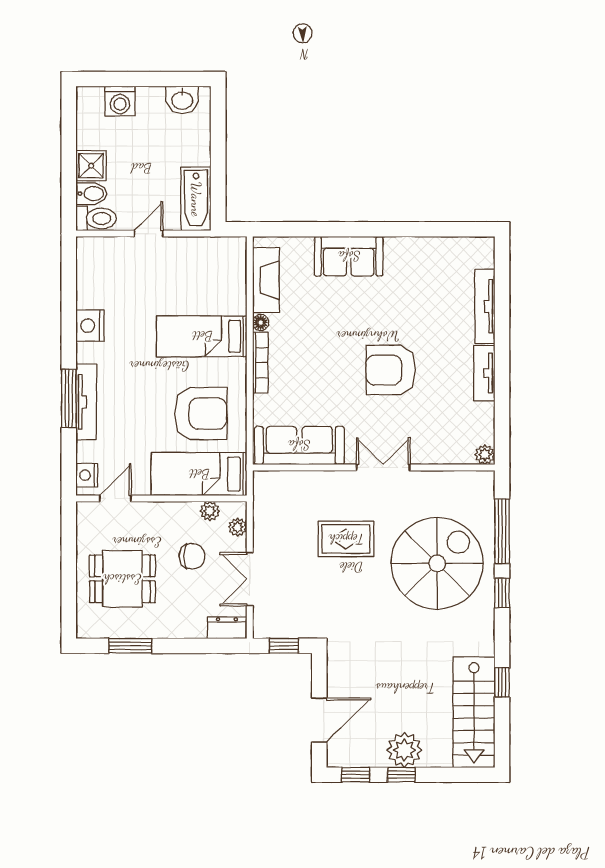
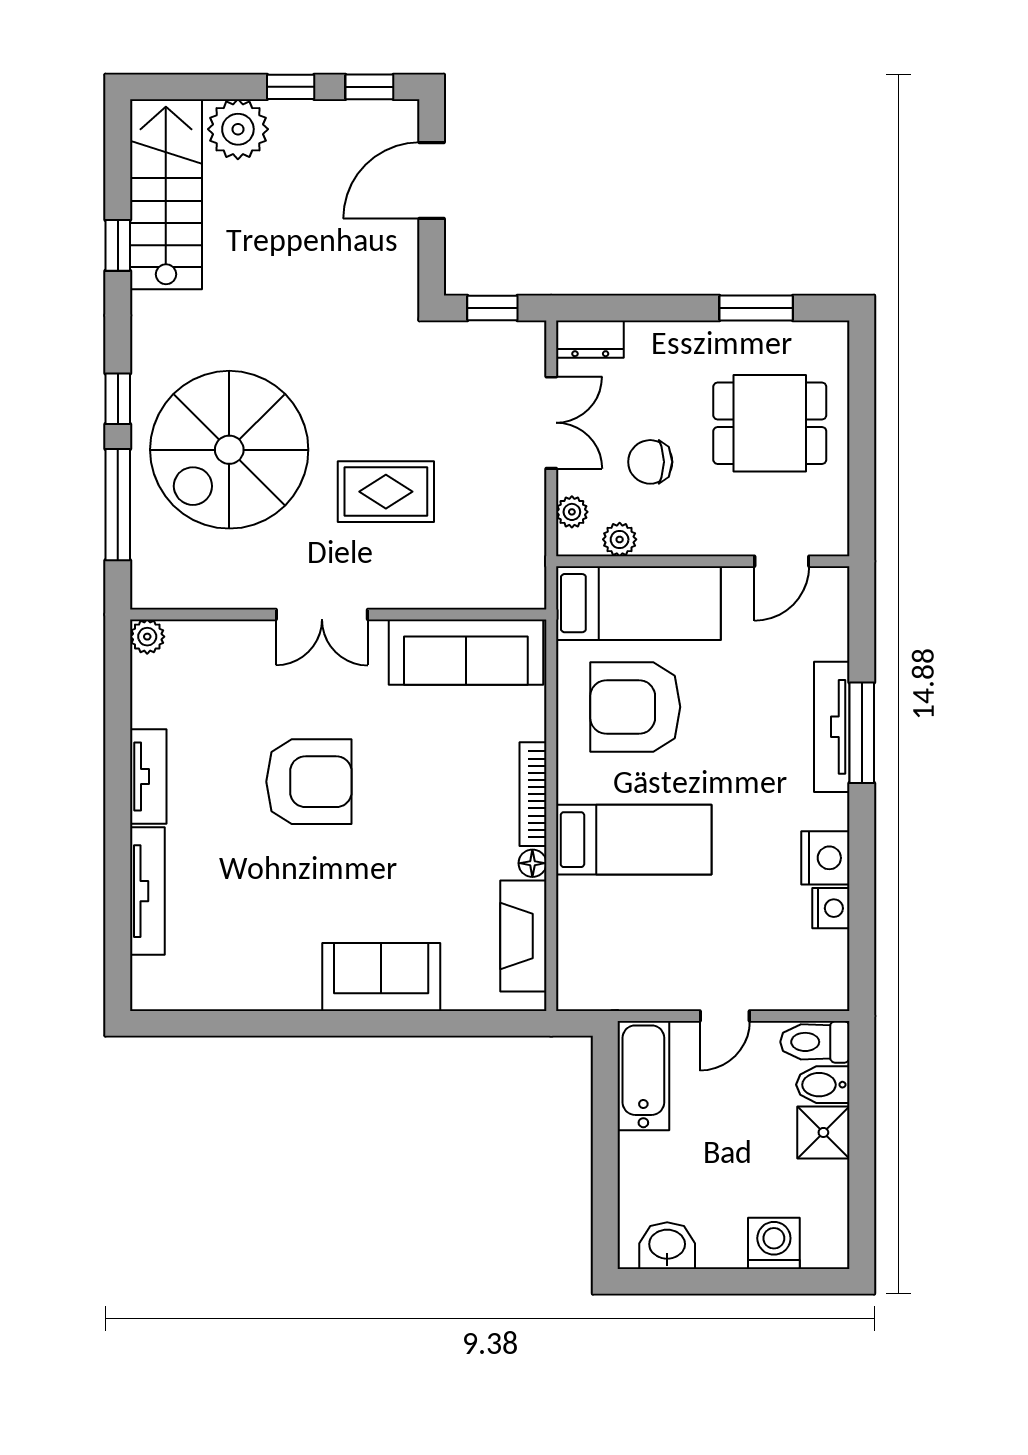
nightstand: (87, 475) -> (831, 908), moved
plant: (404, 750) -> (238, 129), moved

